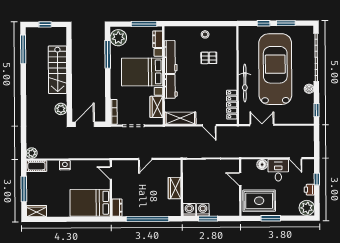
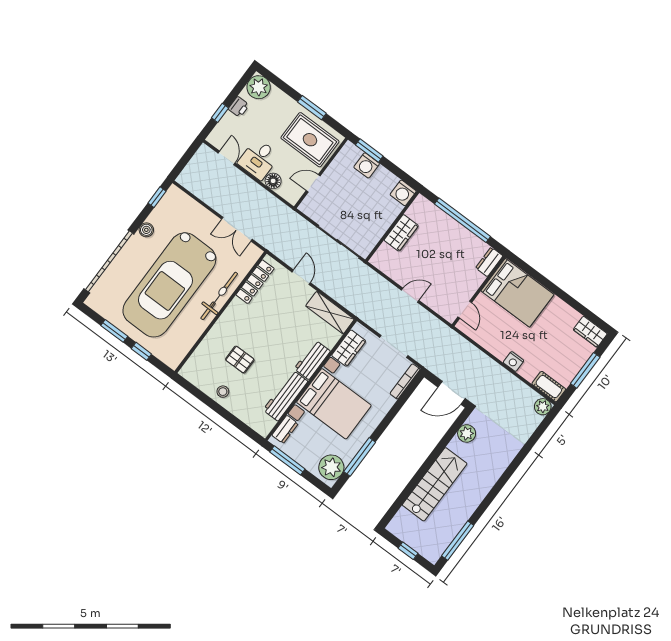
door: (240, 179) -> (313, 183), swing flipped
washing machine: (203, 210) -> (367, 165), moved
window: (208, 219) -> (369, 150), moved

